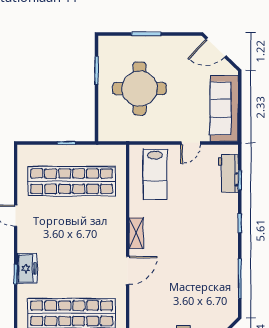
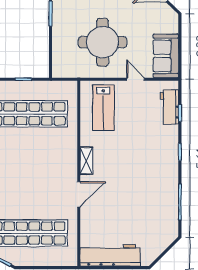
round table: (140, 89) -> (103, 42), moved
sofa: (224, 108) -> (166, 56), width x0.73
door: (191, 143) -> (136, 79), swing flipped

